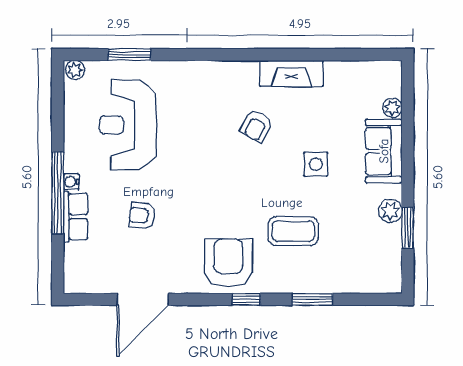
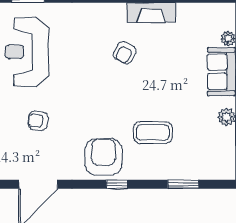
side table: (316, 164) -> (170, 82), removed
window: (312, 299) -> (183, 184), moved

